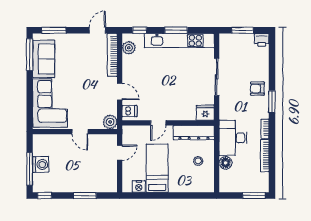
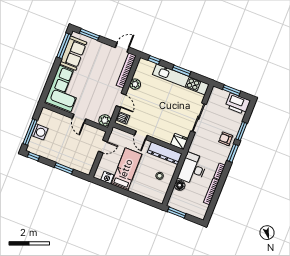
printer: (262, 40) -> (238, 104), width x1.87, depth x1.48
plant: (129, 48) -> (135, 84), moved
window: (272, 73) -> (241, 131), added
door: (158, 123) -> (141, 135), hinge flipped
window: (254, 196) -> (177, 213), moved

